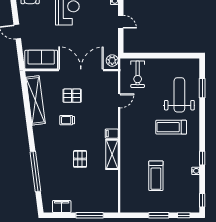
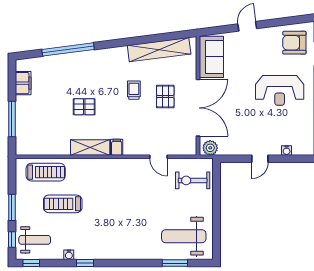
weight bench: (179, 95) -> (184, 236), moved, turned 180
treadmill: (171, 127) -> (46, 172), moved, turned 90
weight bench: (184, 198) -> (35, 240), added

